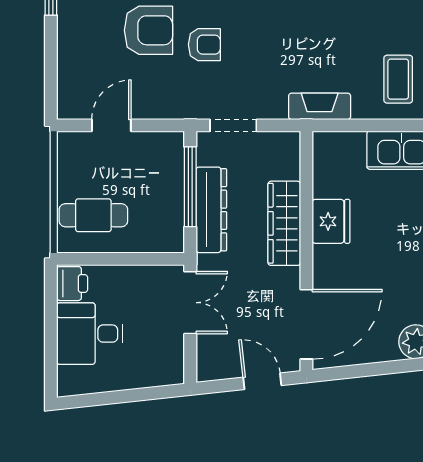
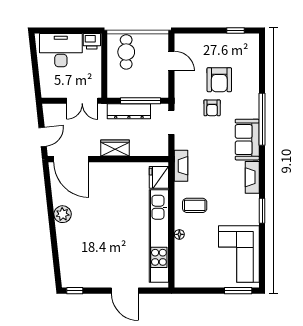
fridge: (331, 221) -> (159, 177), moved, turned 90
wardrobe: (284, 223) -> (115, 148), width x0.67
desk: (90, 334) -> (61, 50), width x1.37

